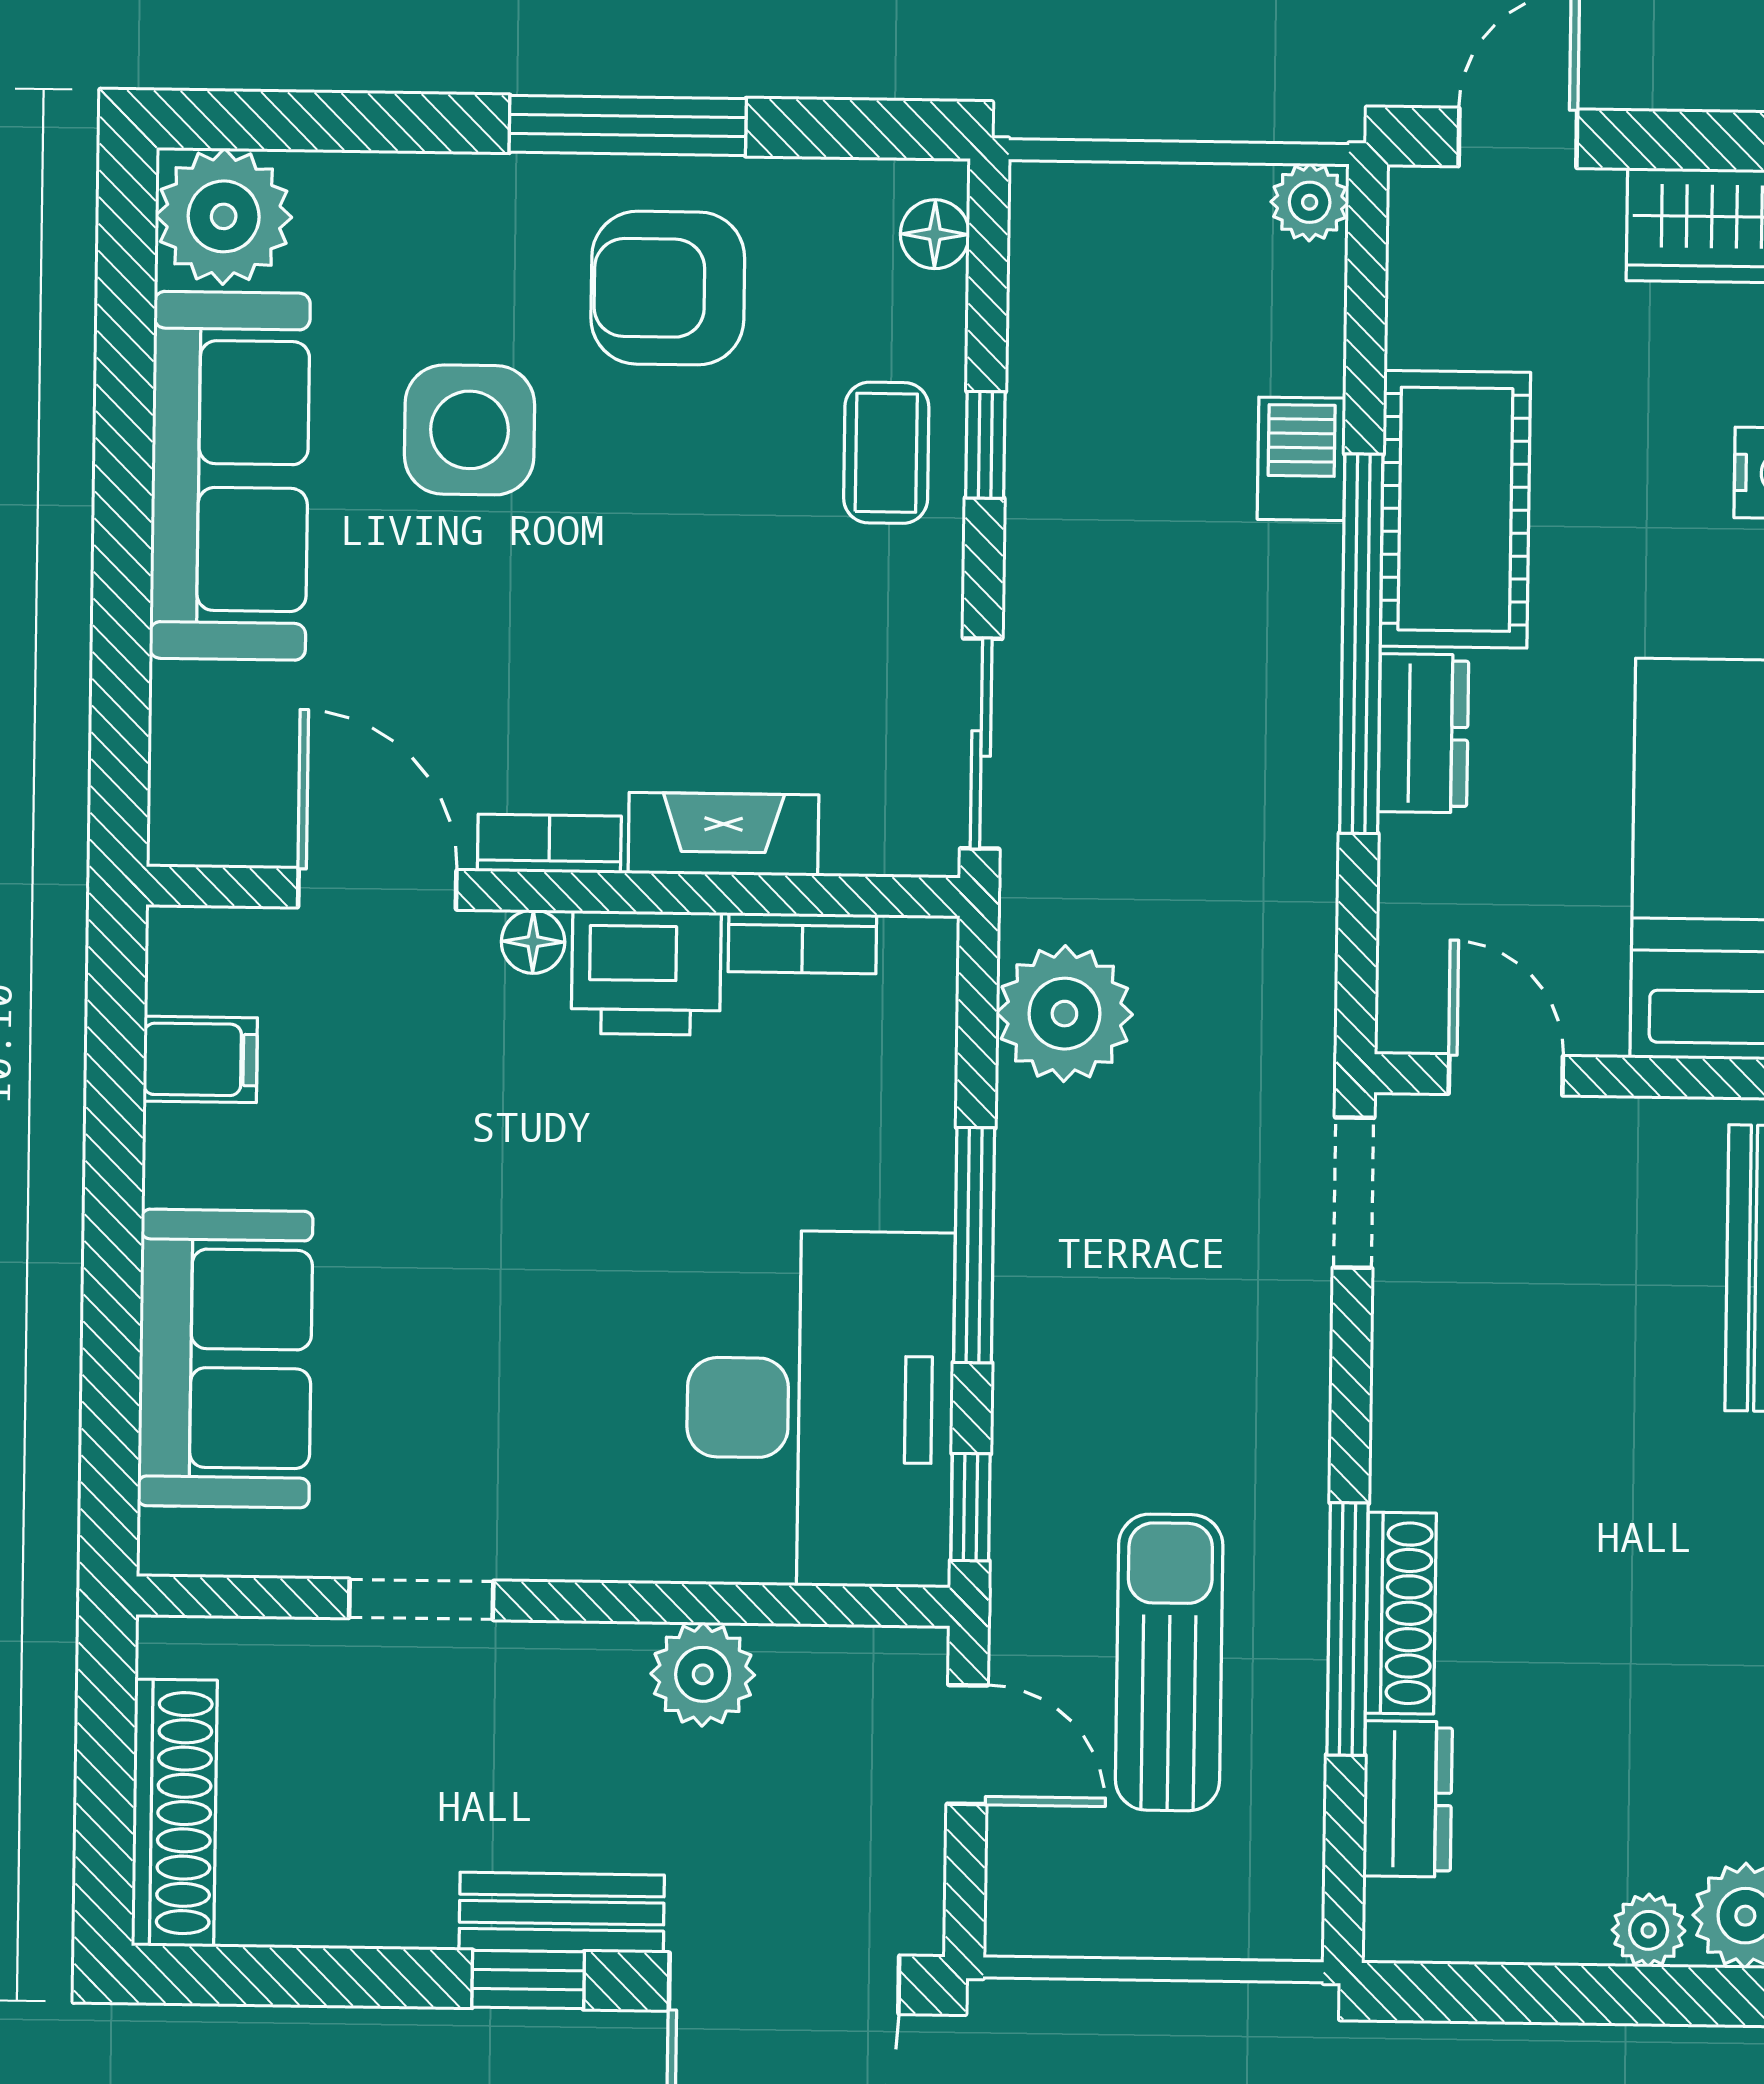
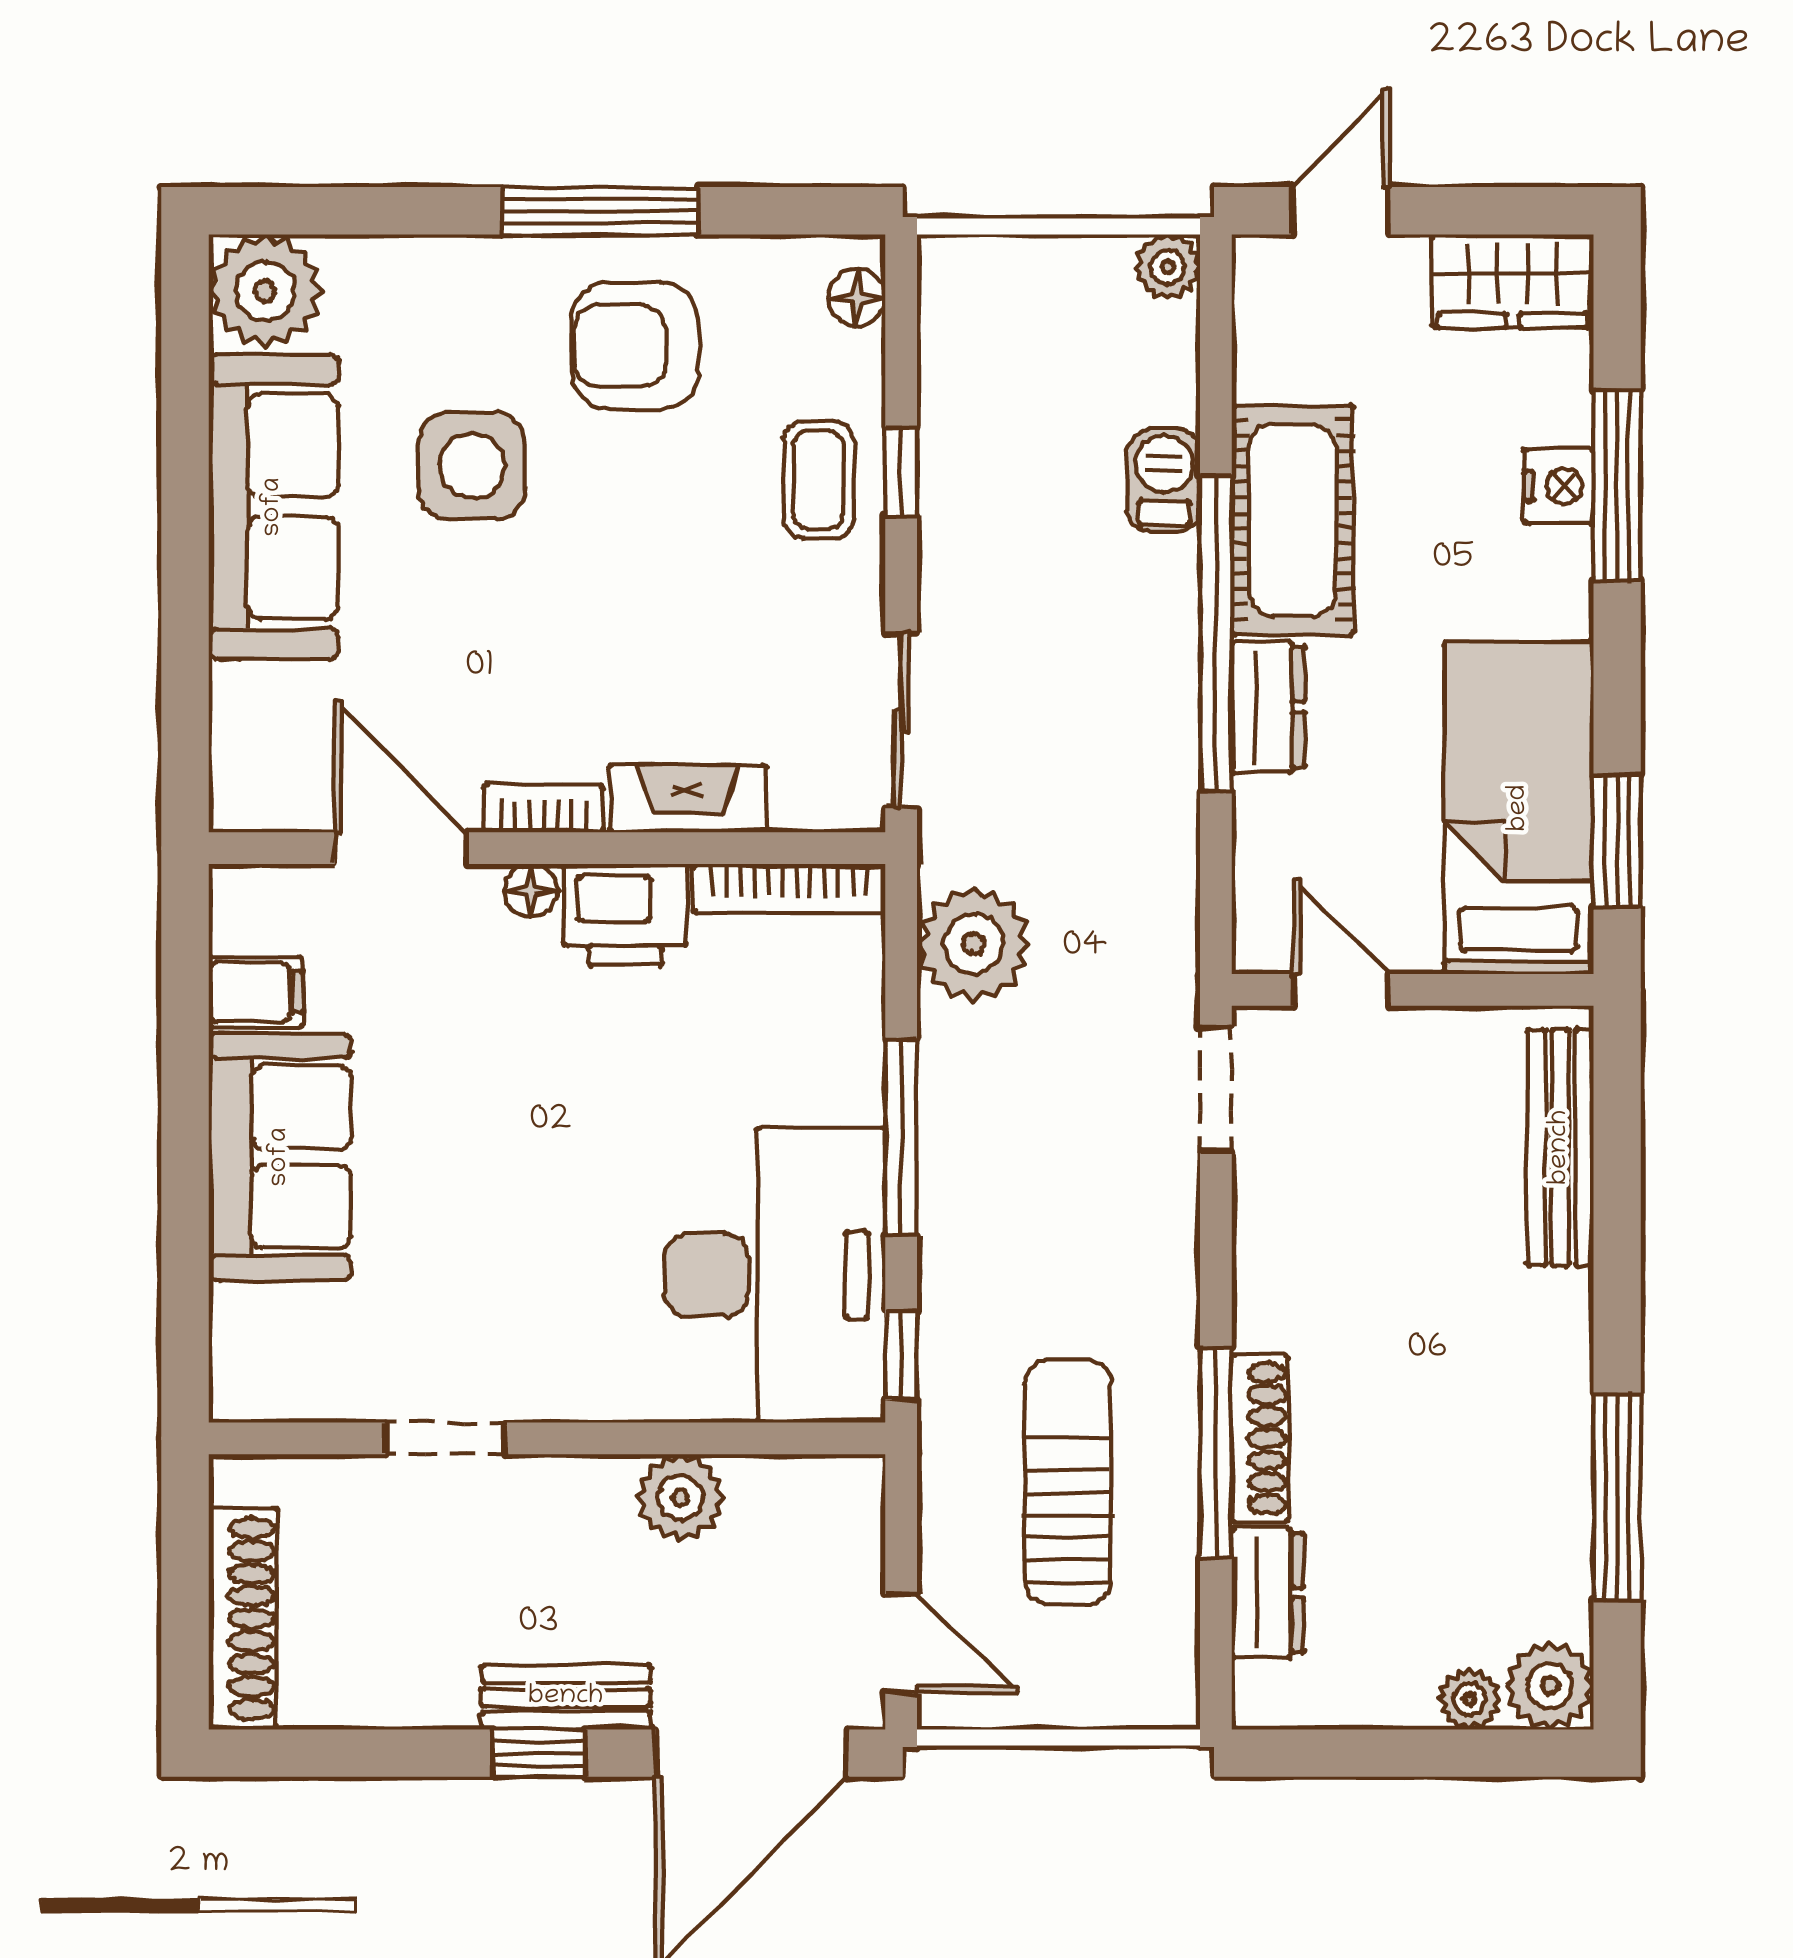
bookcase: (802, 943) -> (789, 889), width x1.56
sofa: (225, 1358) -> (280, 1157), moved
door: (967, 1745) -> (901, 1644), moved

